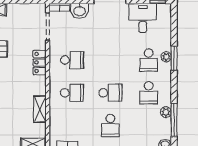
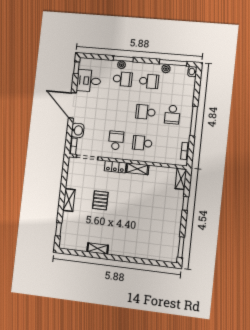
school desk: (72, 93) -> (142, 143), turned -90
school desk: (110, 93) -> (146, 112), turned -90
shelving: (40, 109) -> (137, 169), moved
school desk: (110, 126) -> (172, 115), turned 90

